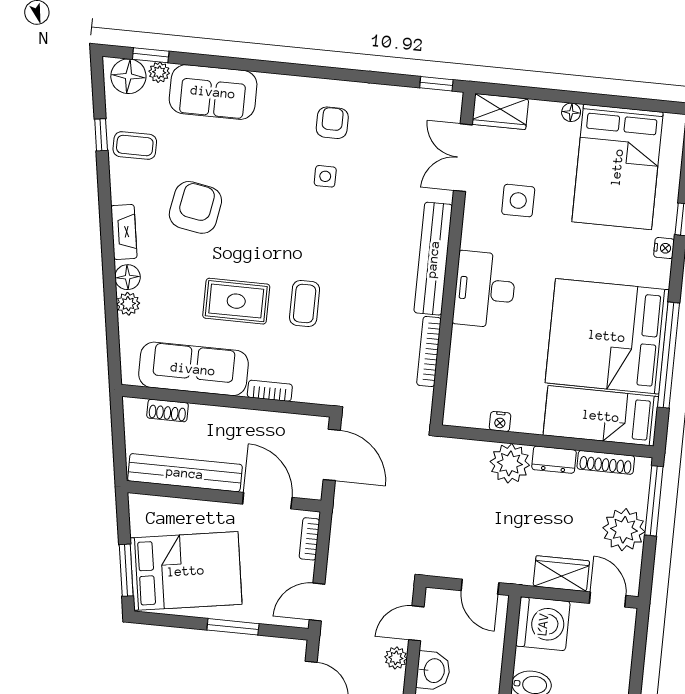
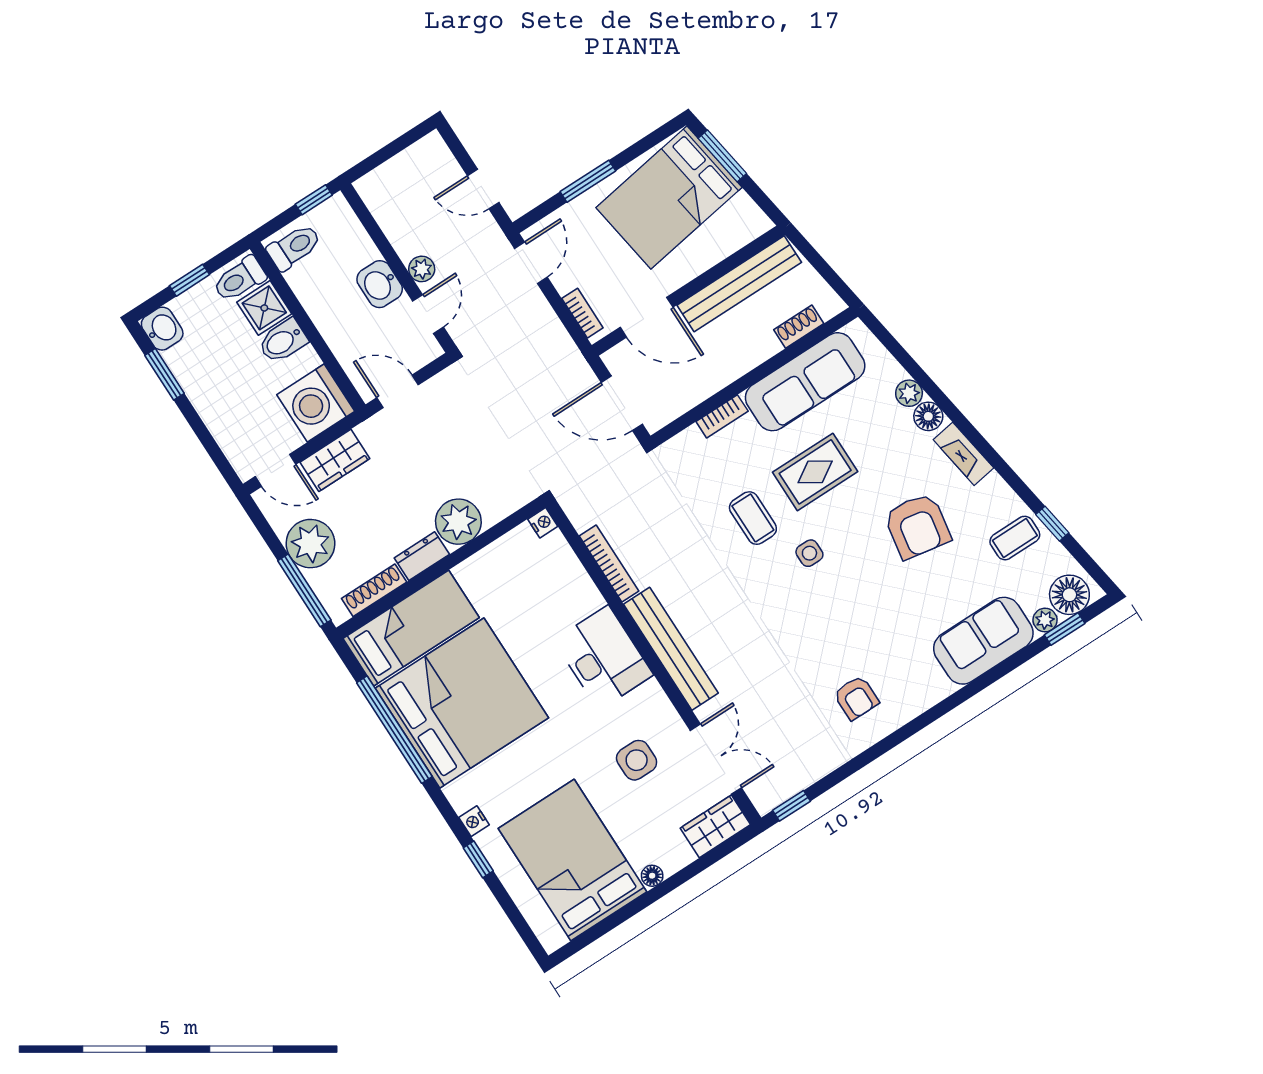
side table: (325, 176) -> (809, 553), moved
nightstand: (500, 421) -> (543, 523), moved, turned 90

